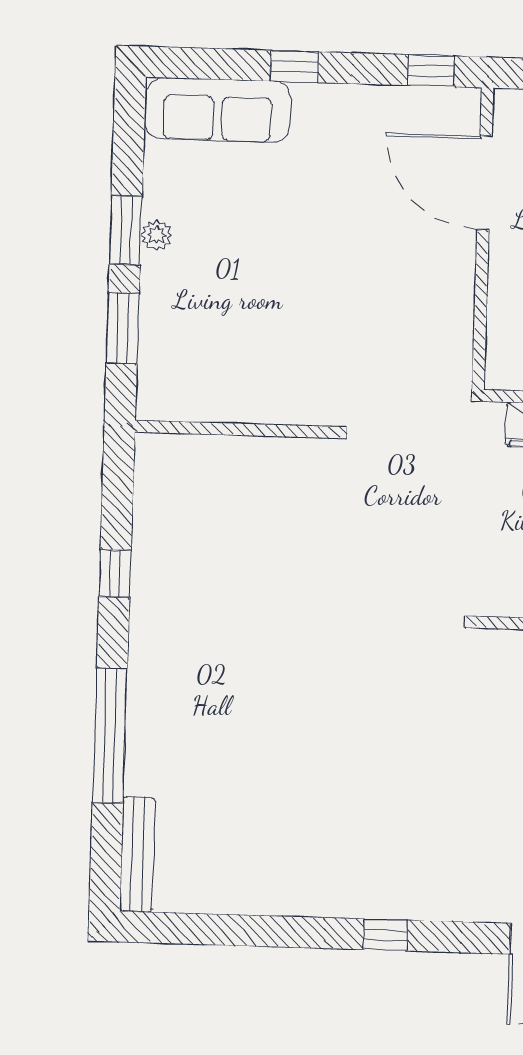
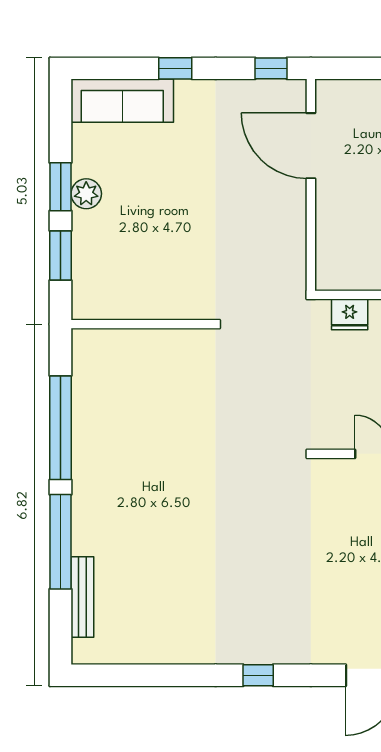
plant: (156, 235) -> (86, 194), width x1.38, depth x1.38
window: (115, 573) -> (61, 428), width x3.17
bench: (137, 855) -> (82, 597), moved

